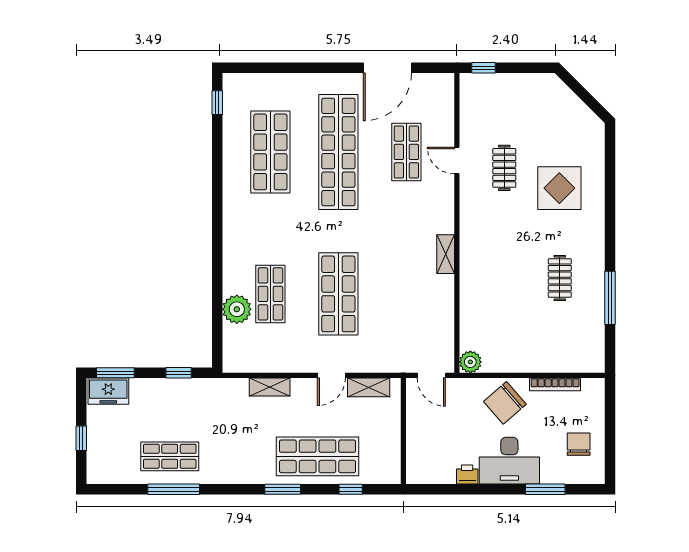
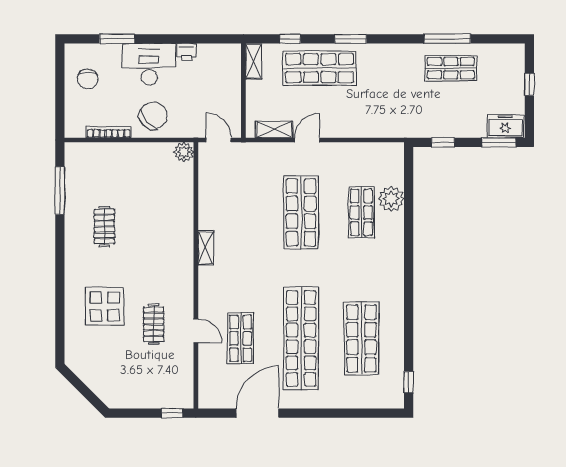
window: (610, 298) -> (60, 191), moved
shelving: (270, 387) -> (254, 61), moved, turned 90

